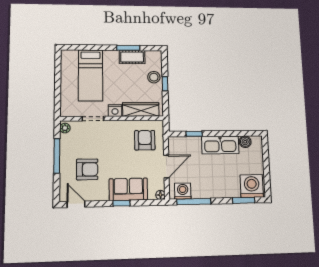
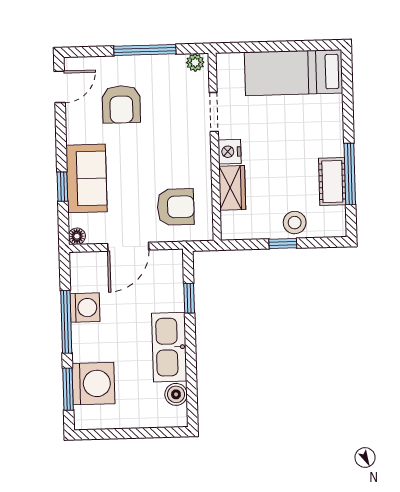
window: (128, 48) -> (350, 174), width x1.44
bed: (90, 75) -> (294, 73), moved
wardrobe: (141, 109) -> (232, 188), width x0.67
door: (166, 166) -> (128, 247), hinge flipped
washing machine: (252, 186) -> (93, 384), moved
washing machine: (183, 191) -> (85, 308), moved
window: (194, 202) -> (66, 322), moved
window: (121, 203) -> (62, 187), moved

